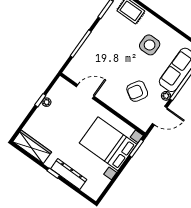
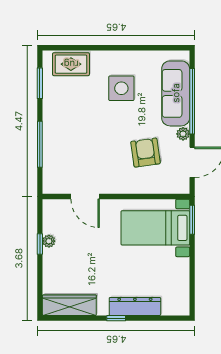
armchair: (137, 91) -> (145, 153), turned 140
door: (85, 92) -> (85, 196), swing flipped
bed with nightstands: (108, 144) -> (155, 228), width x0.73

